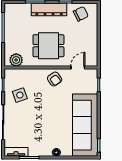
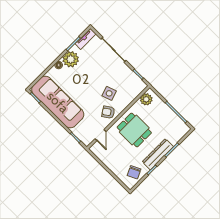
dining table: (48, 46) -> (134, 130), turned 90
side table: (20, 95) -> (109, 93), moved
plant: (43, 148) -> (71, 59), added

